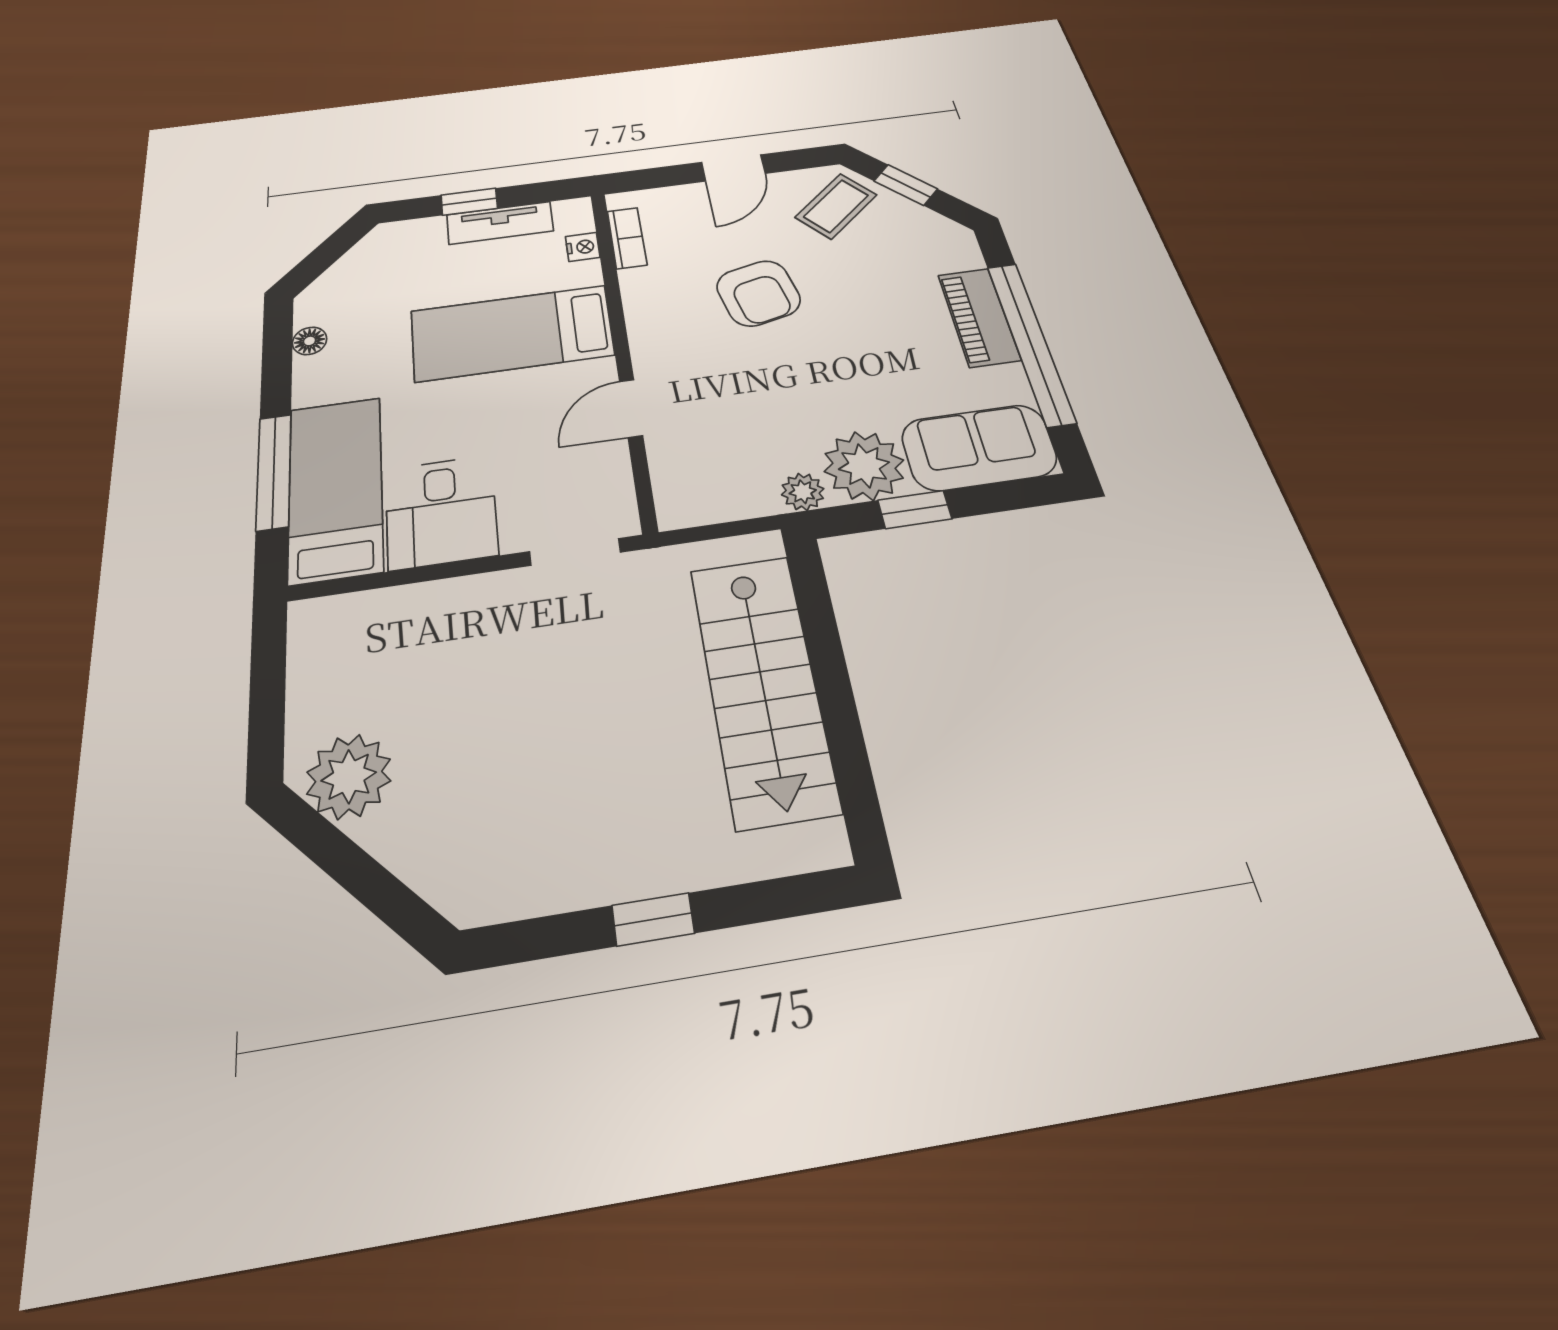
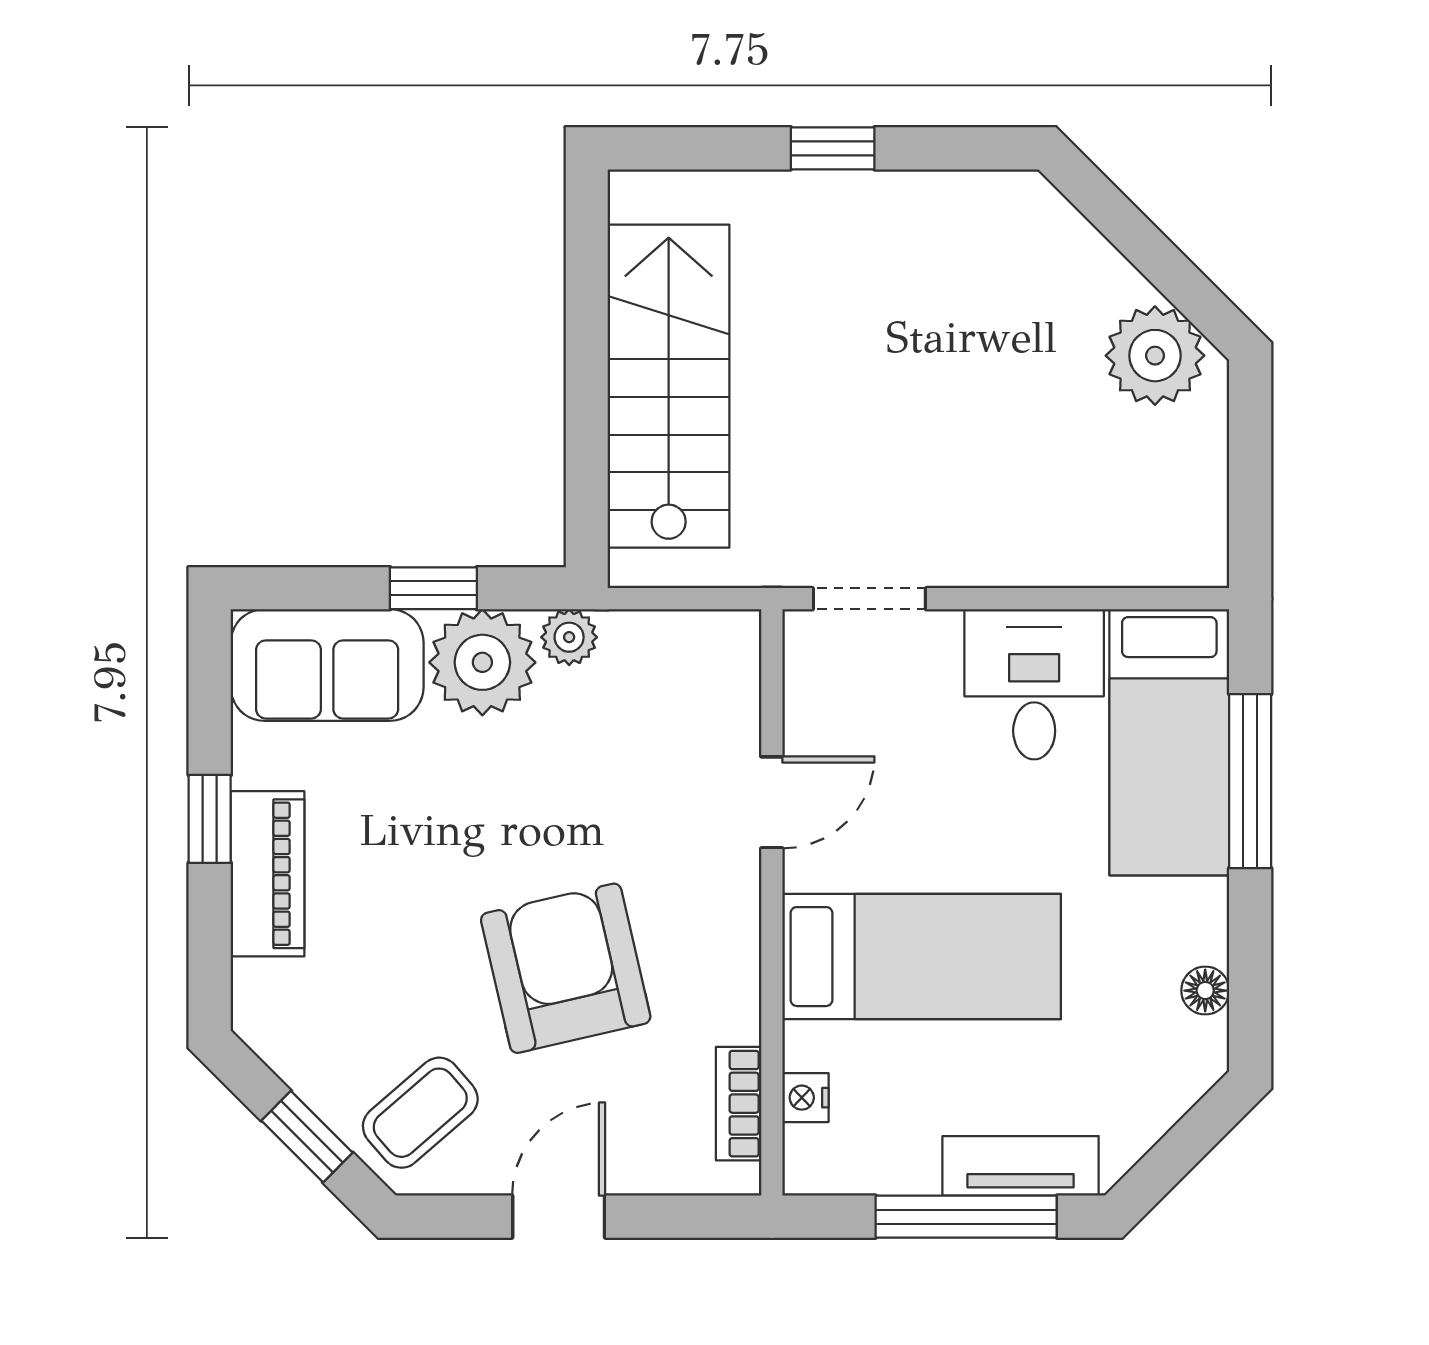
window: (469, 202) -> (966, 1217), width x2.17
tv unit: (500, 223) -> (1021, 1166), moved
armchair: (758, 293) -> (566, 968), width x1.36, depth x1.36
window: (1030, 343) -> (210, 819), width x0.32

